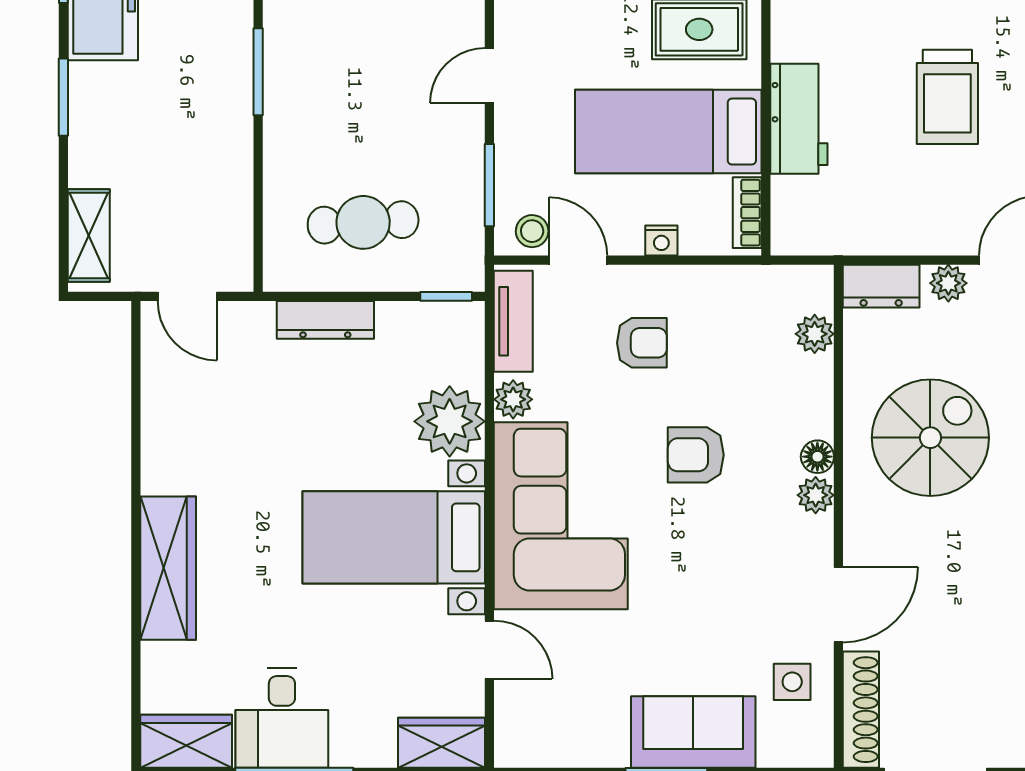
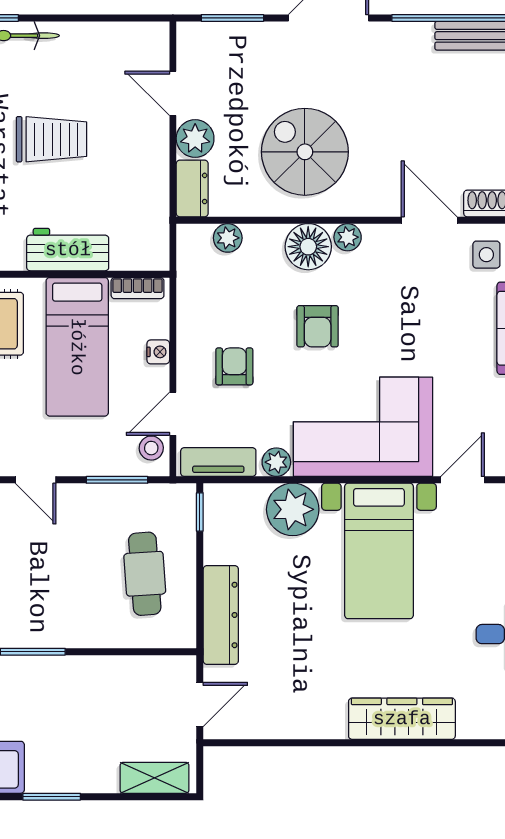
plant: (948, 283) -> (195, 139), width x1.38, depth x1.38
dresser: (325, 320) -> (221, 615), width x1.37, depth x1.24
floor lamp: (817, 457) -> (308, 247), width x1.89, depth x1.89

